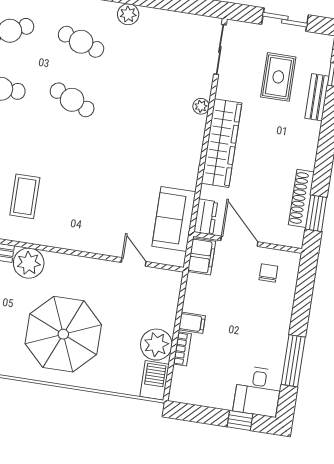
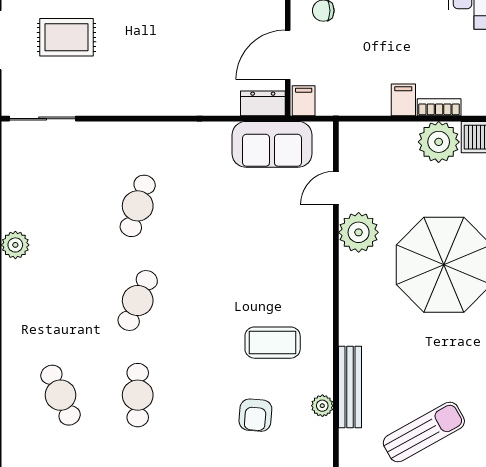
cafe table: (81, 42) -> (138, 206), moved
plant: (201, 106) -> (120, 132), removed
wardrobe: (222, 143) -> (164, 98), removed
filing cabinet: (202, 256) -> (304, 101), width x0.50
plant: (29, 263) -> (359, 232), moved

